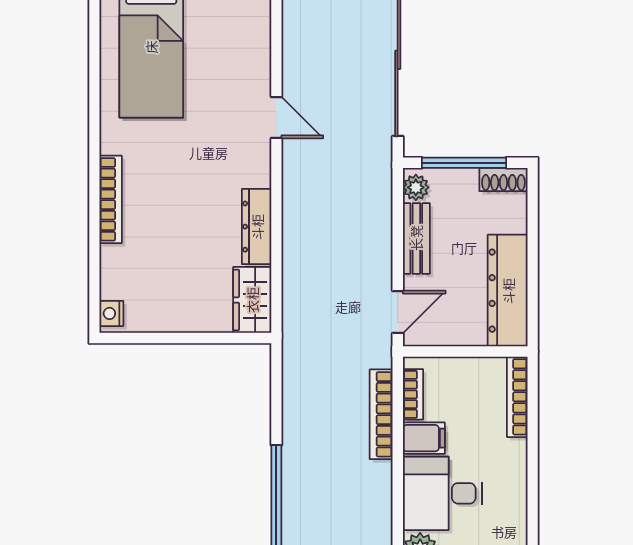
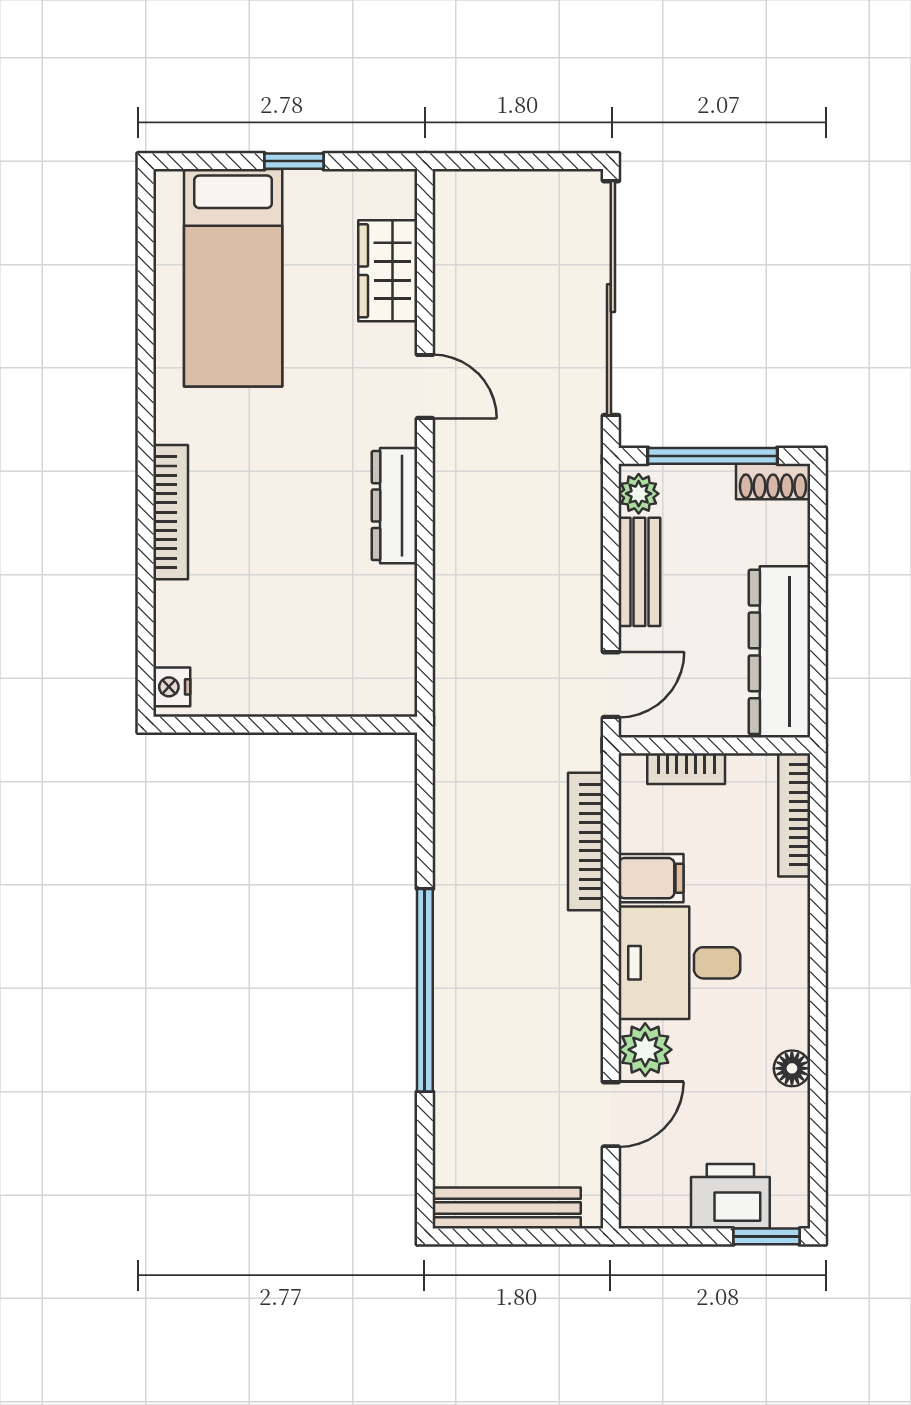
dresser: (257, 227) -> (395, 506), moved
wardrobe: (252, 300) -> (388, 271), moved
bookcase: (413, 394) -> (686, 769), moved, turned 90

